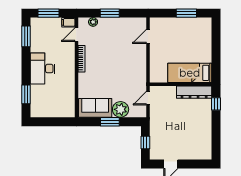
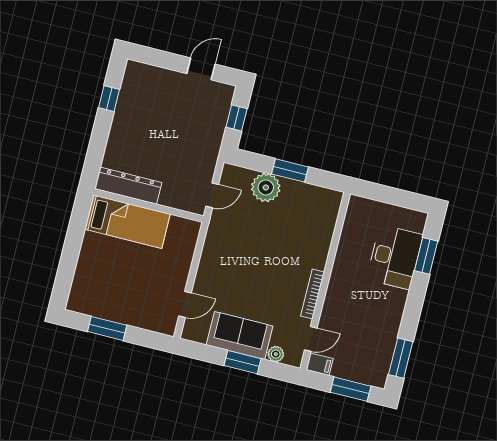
desk: (43, 69) -> (395, 257), moved
window: (216, 104) -> (109, 99), moved
sofa: (95, 108) -> (240, 335), moved, turned 180

